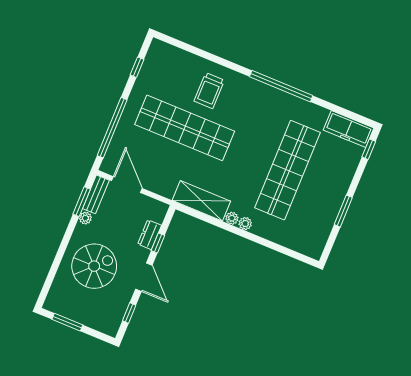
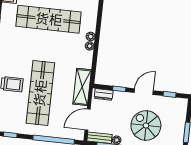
shelving: (201, 201) -> (82, 87), moved
dresser: (150, 235) -> (104, 94), moved

